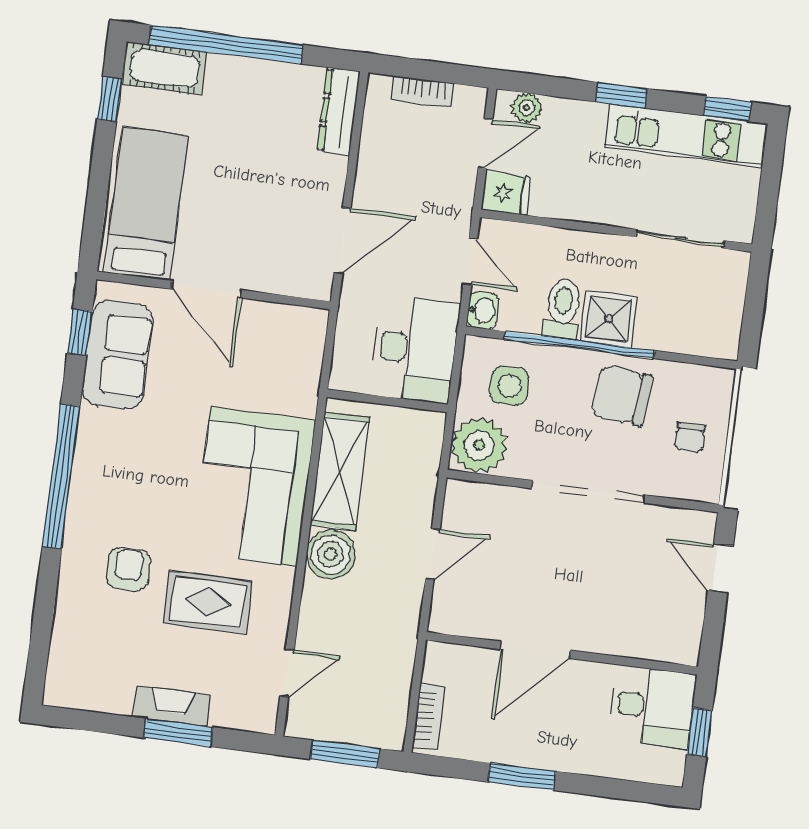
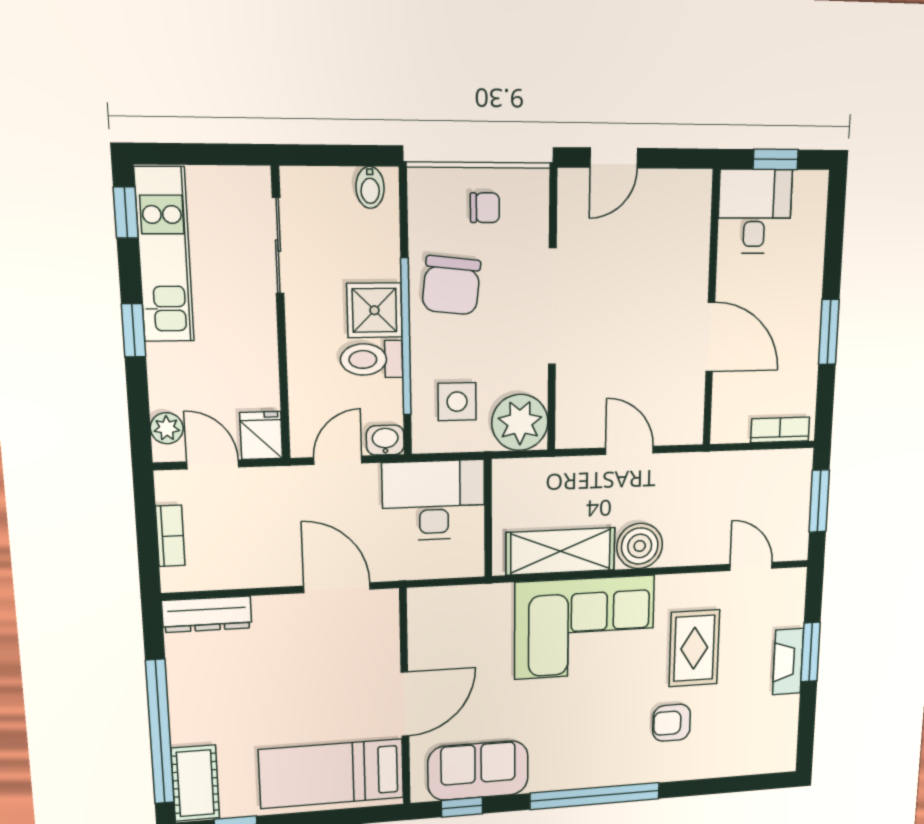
bidet: (722, 332) -> (370, 187), added

